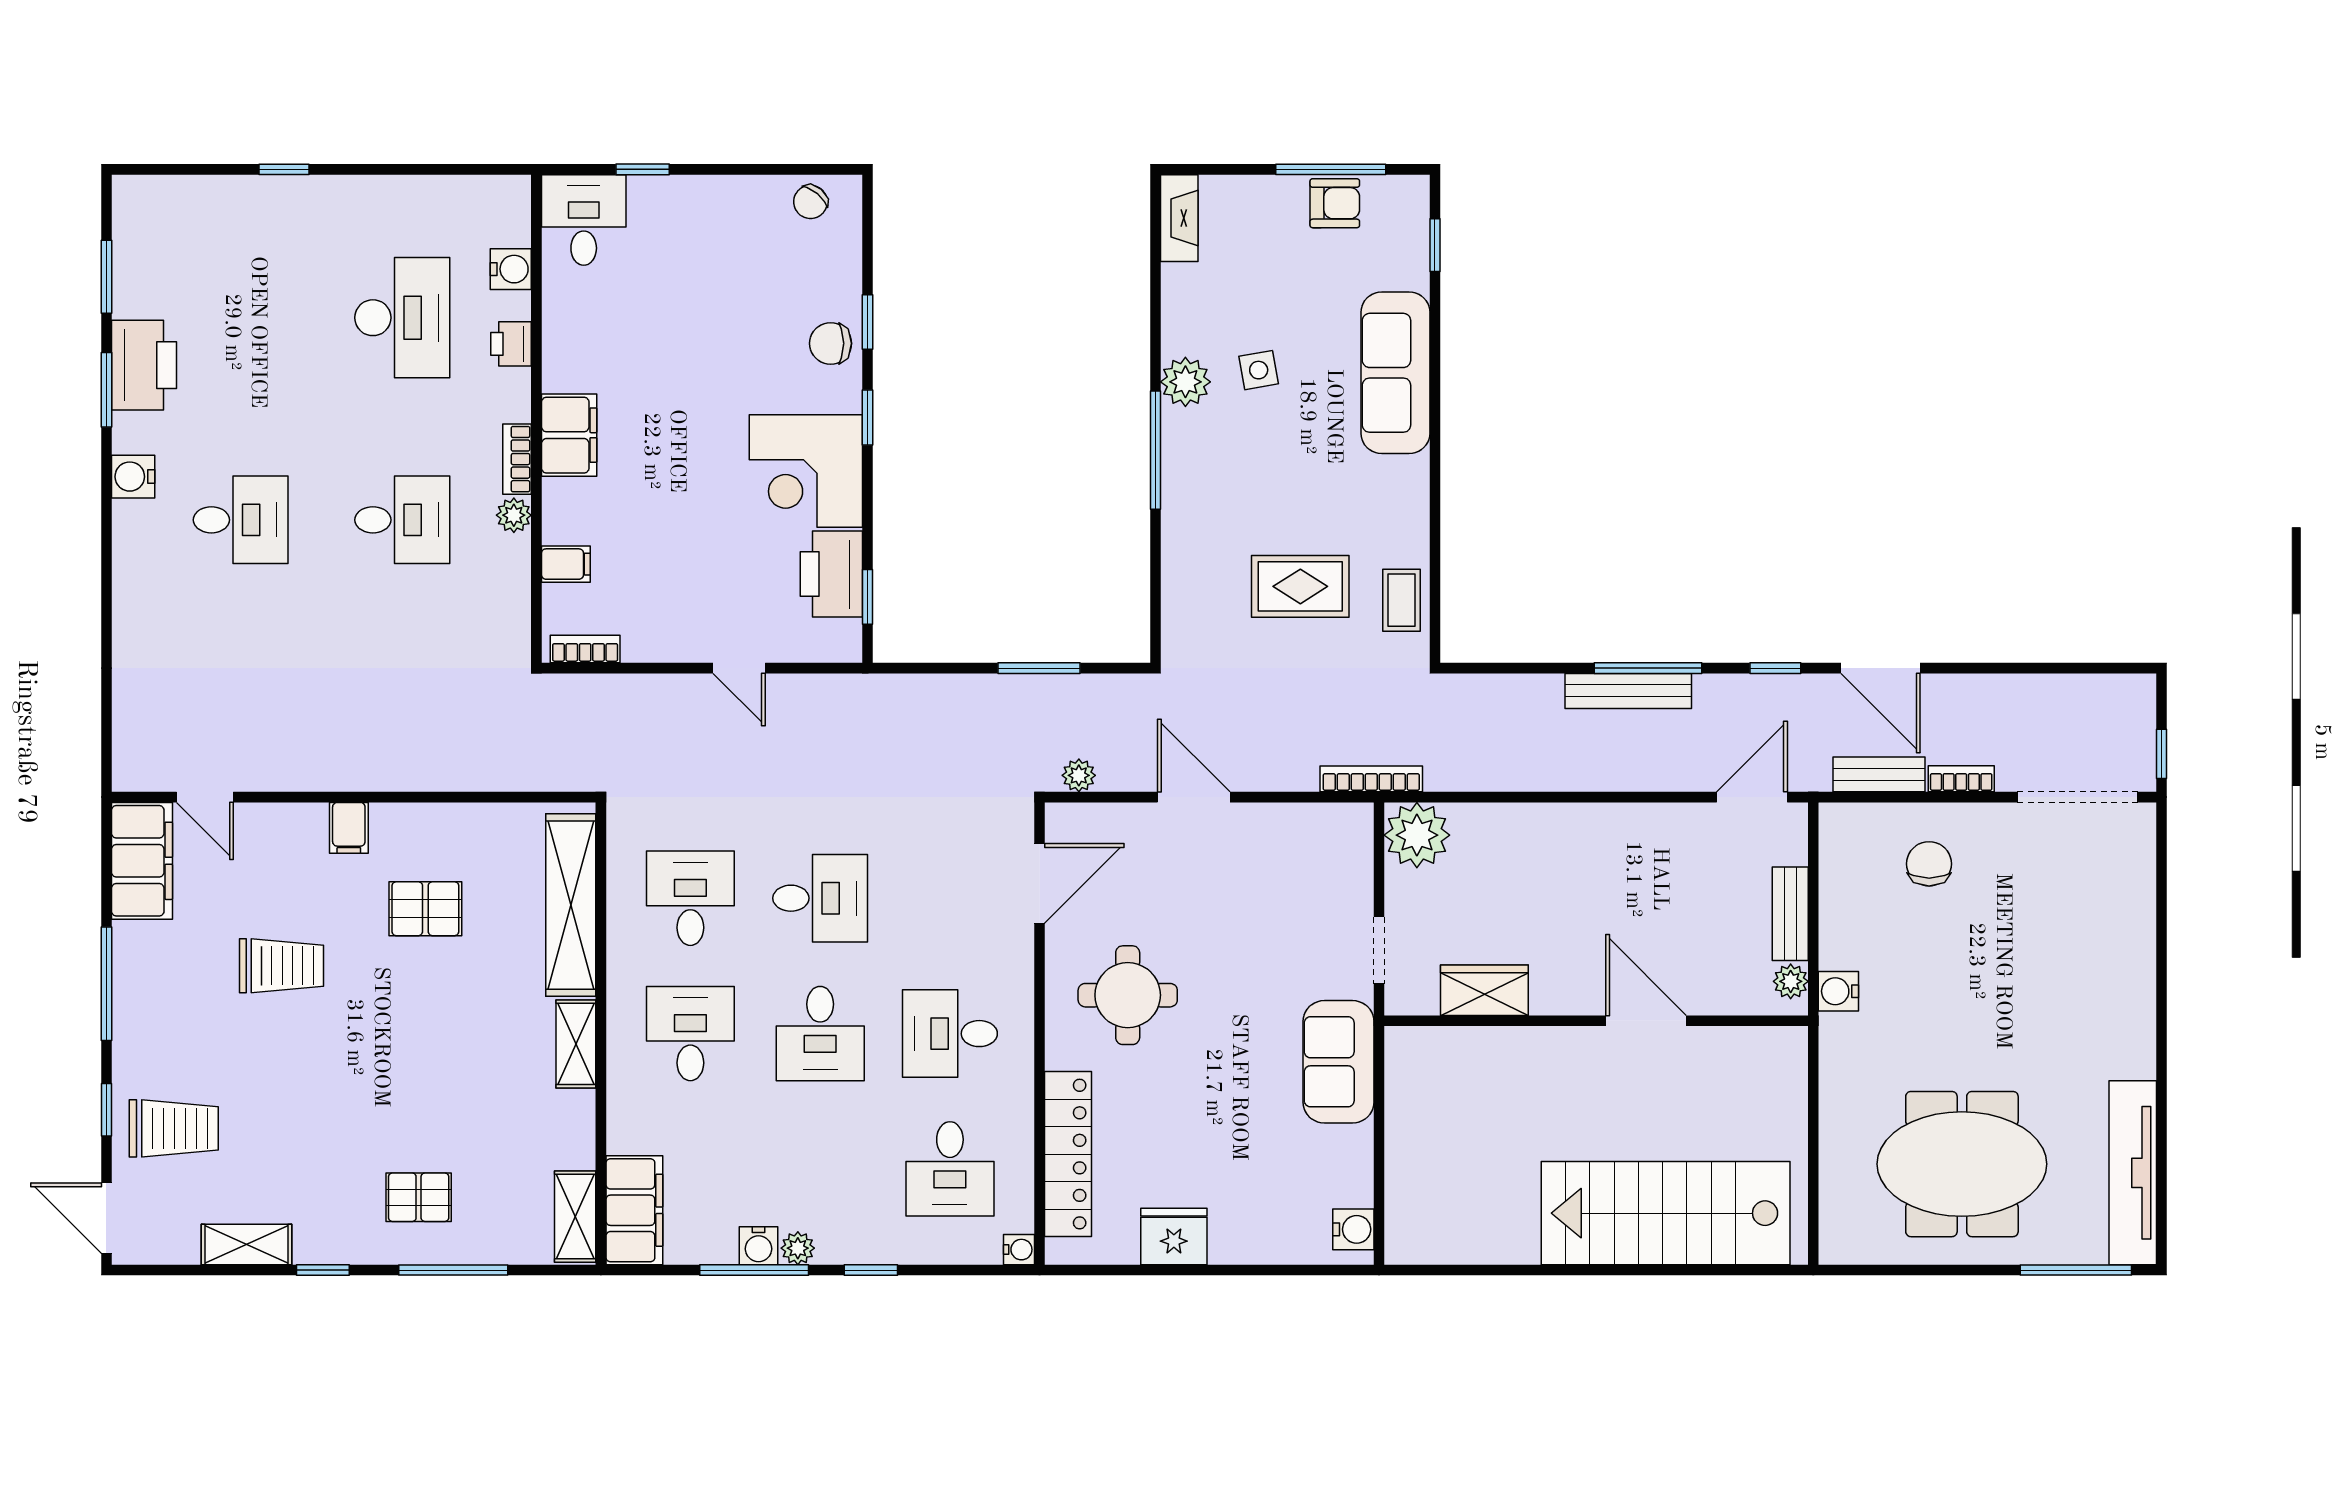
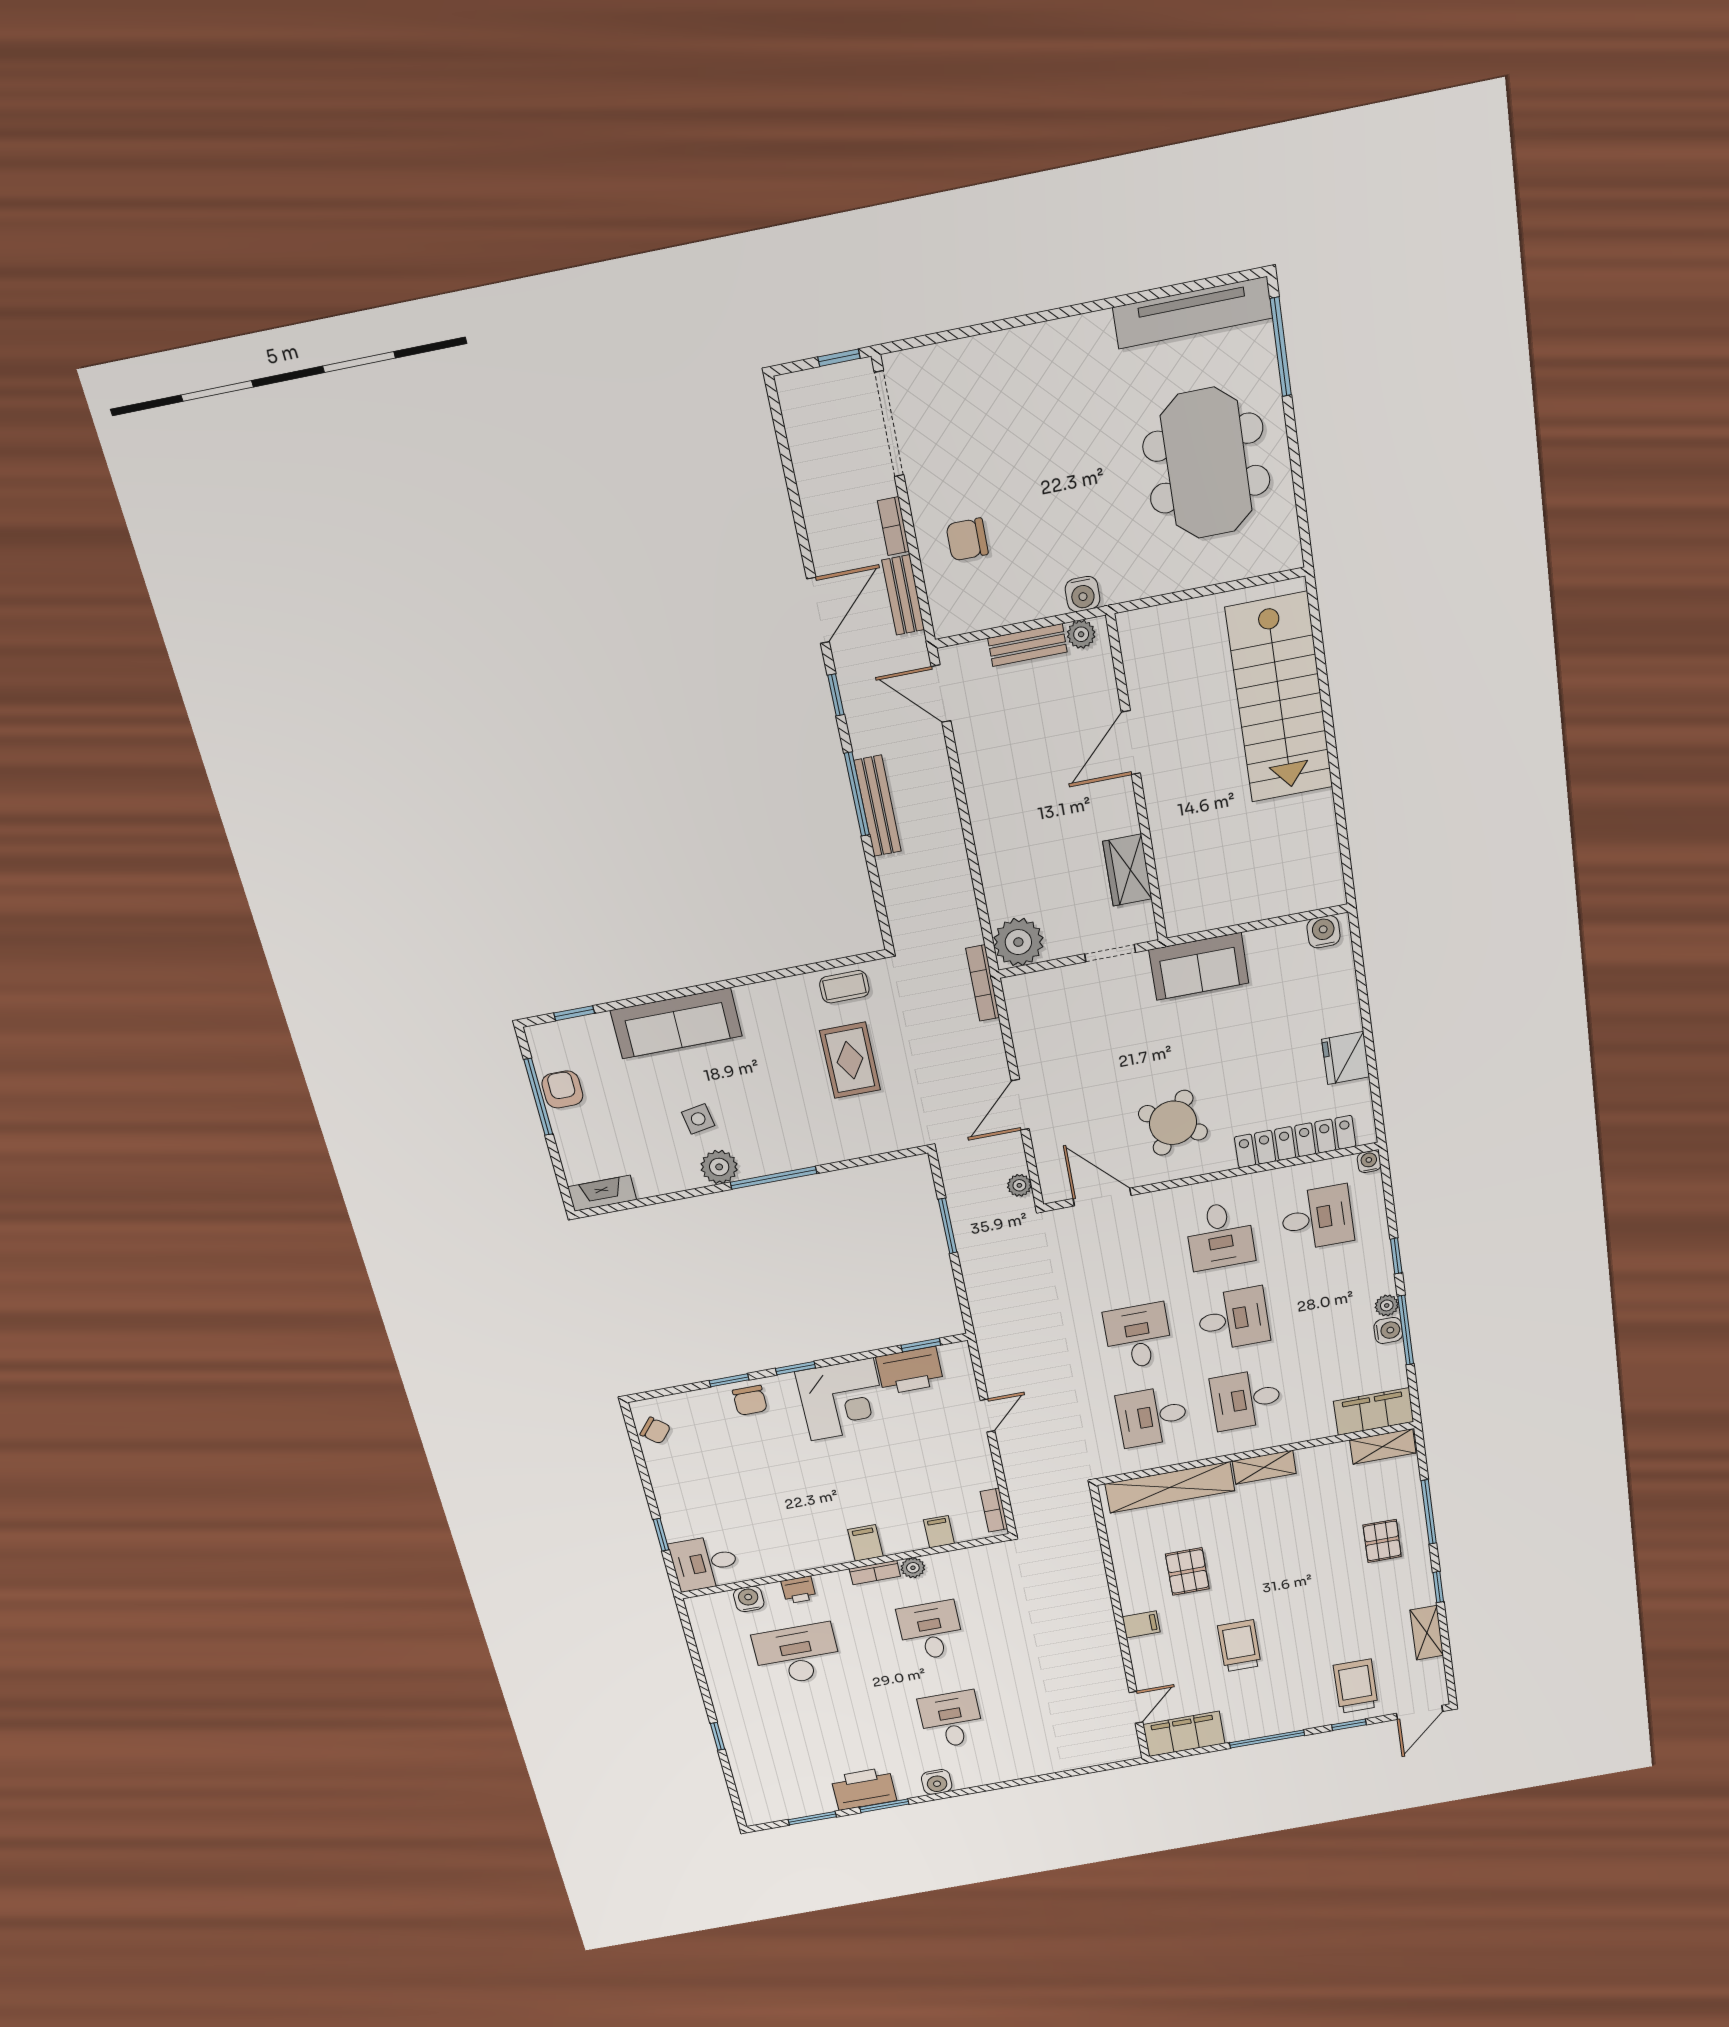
filing cabinet: (569, 435) -> (865, 1543), width x0.50
round table: (1128, 995) -> (1173, 1123), turned 32

